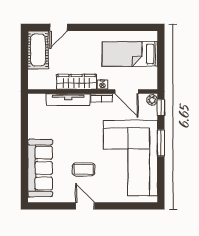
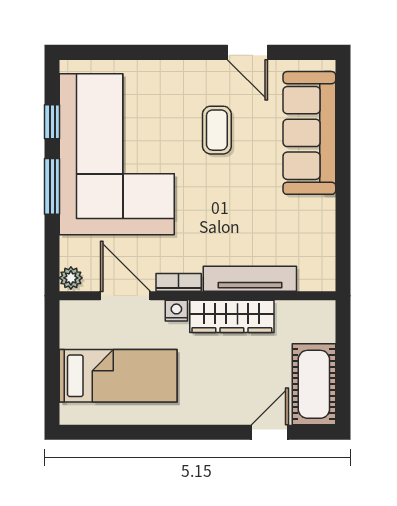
window: (161, 108) -> (52, 122), moved
coffee table: (84, 169) -> (217, 130), turned 90
door: (85, 206) -> (247, 52), moved

